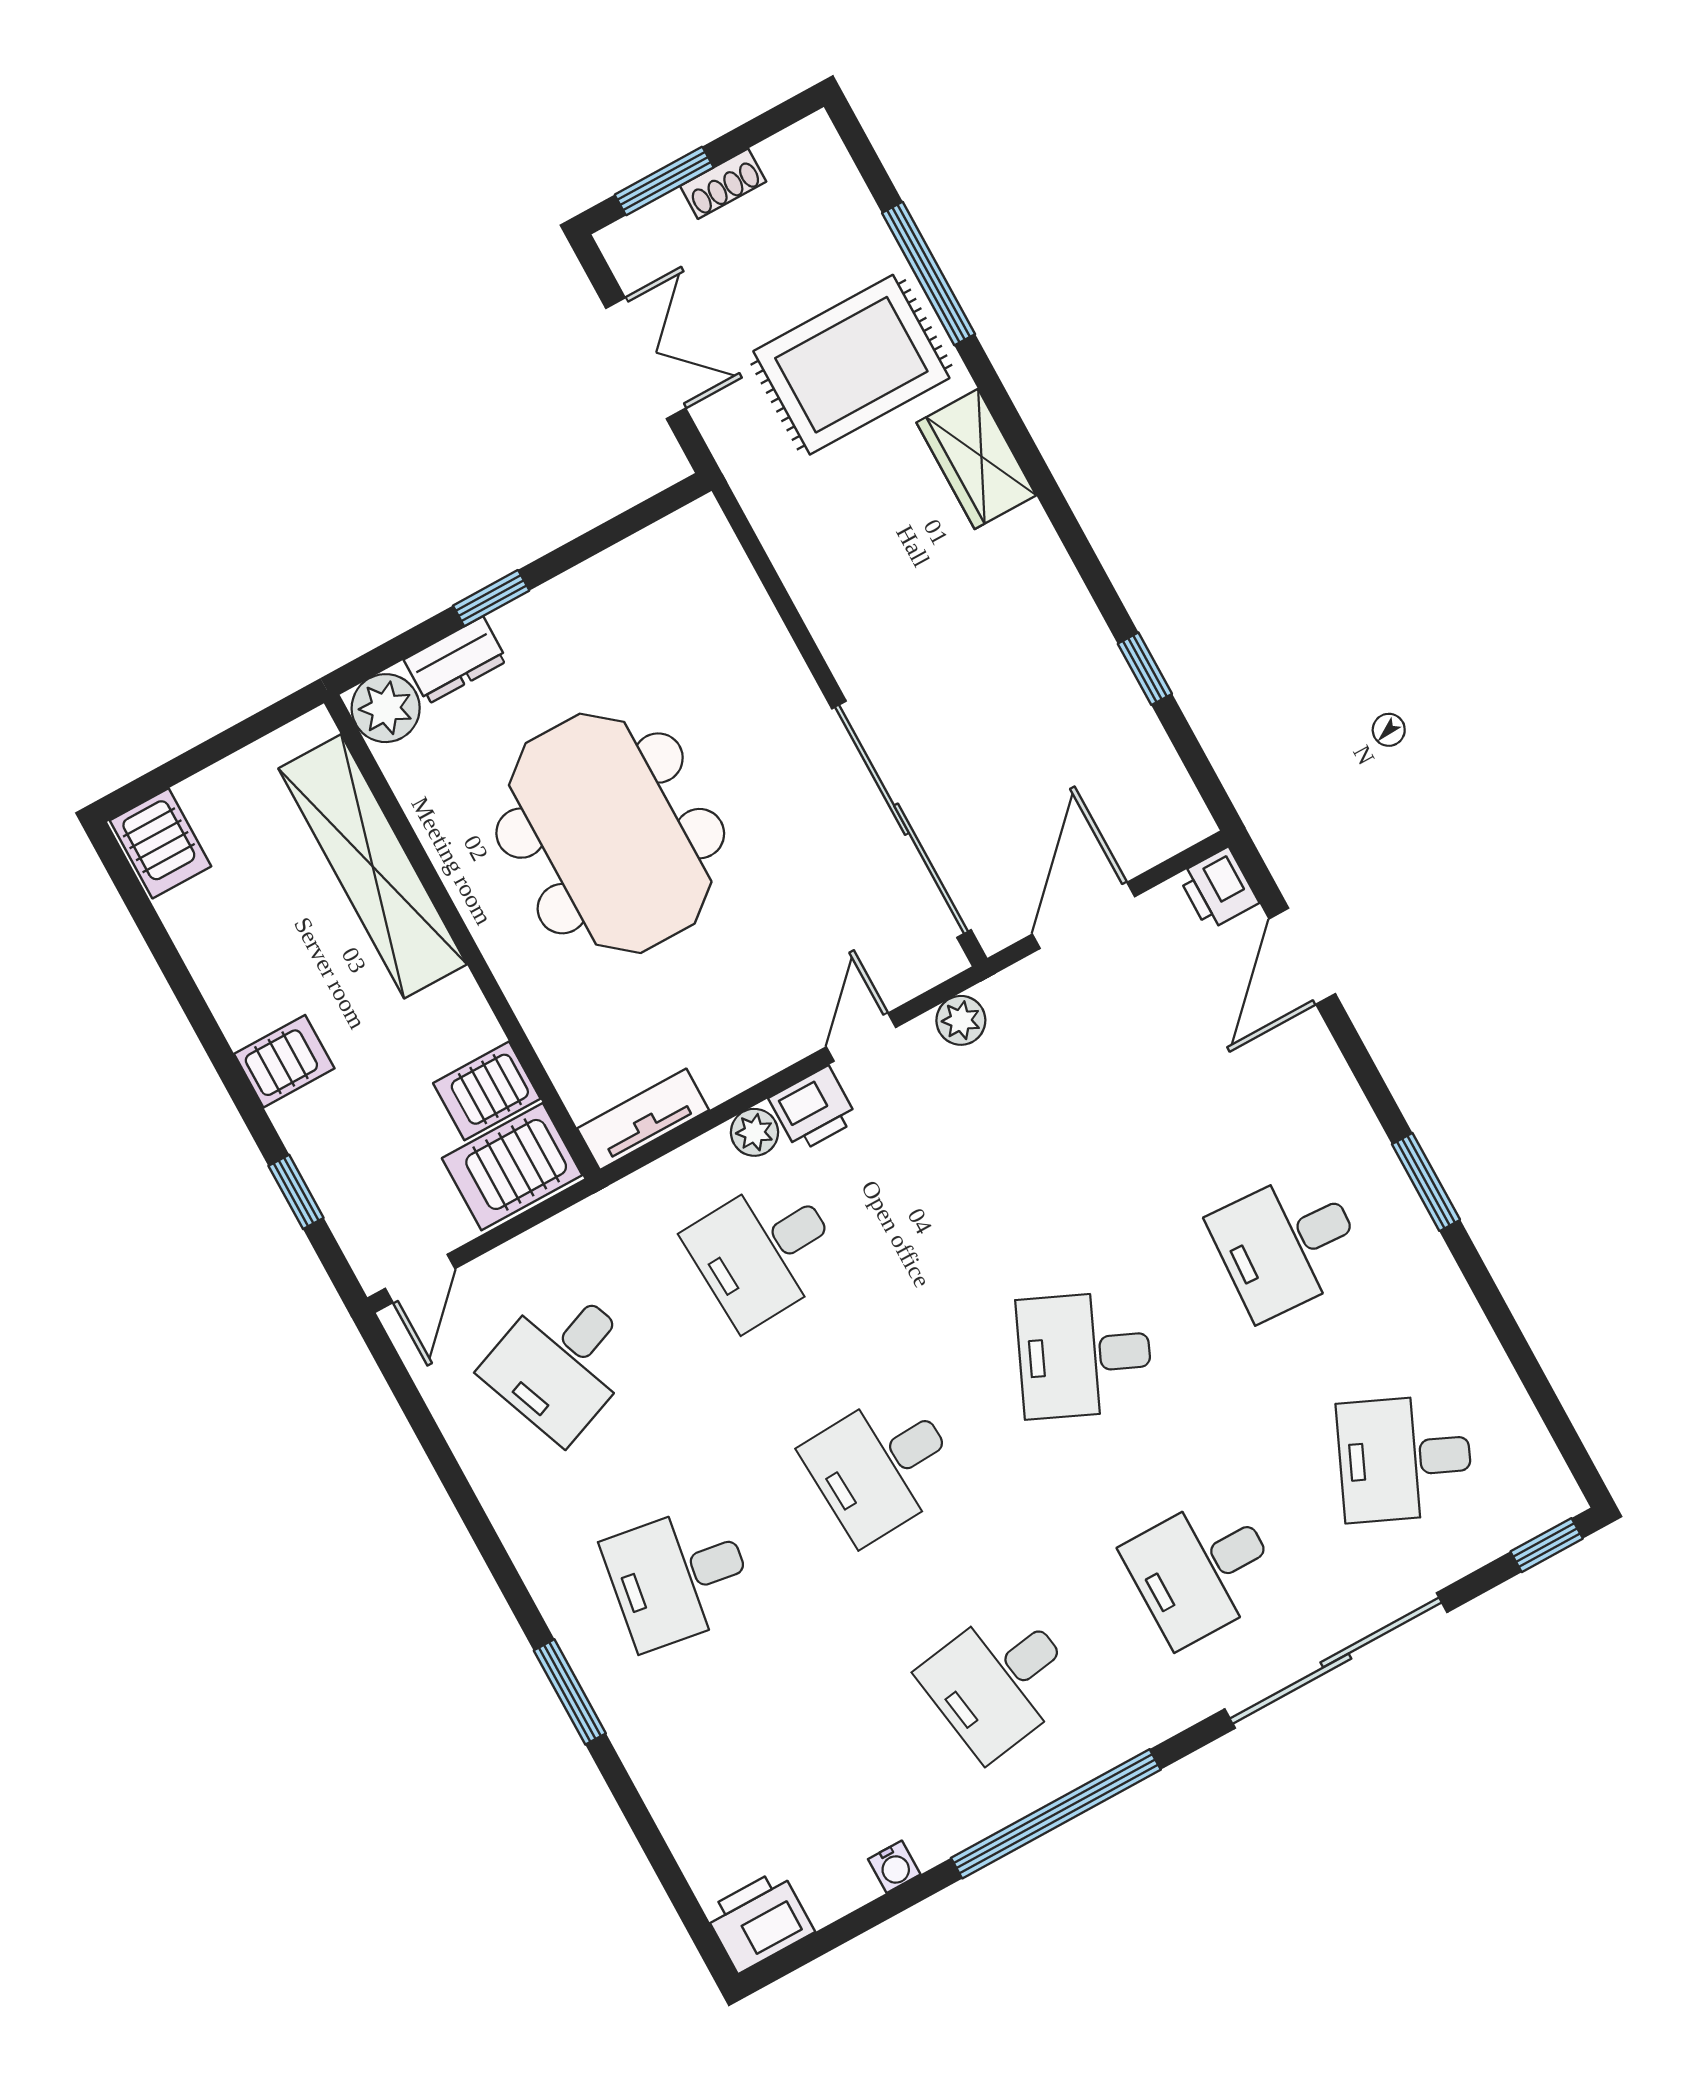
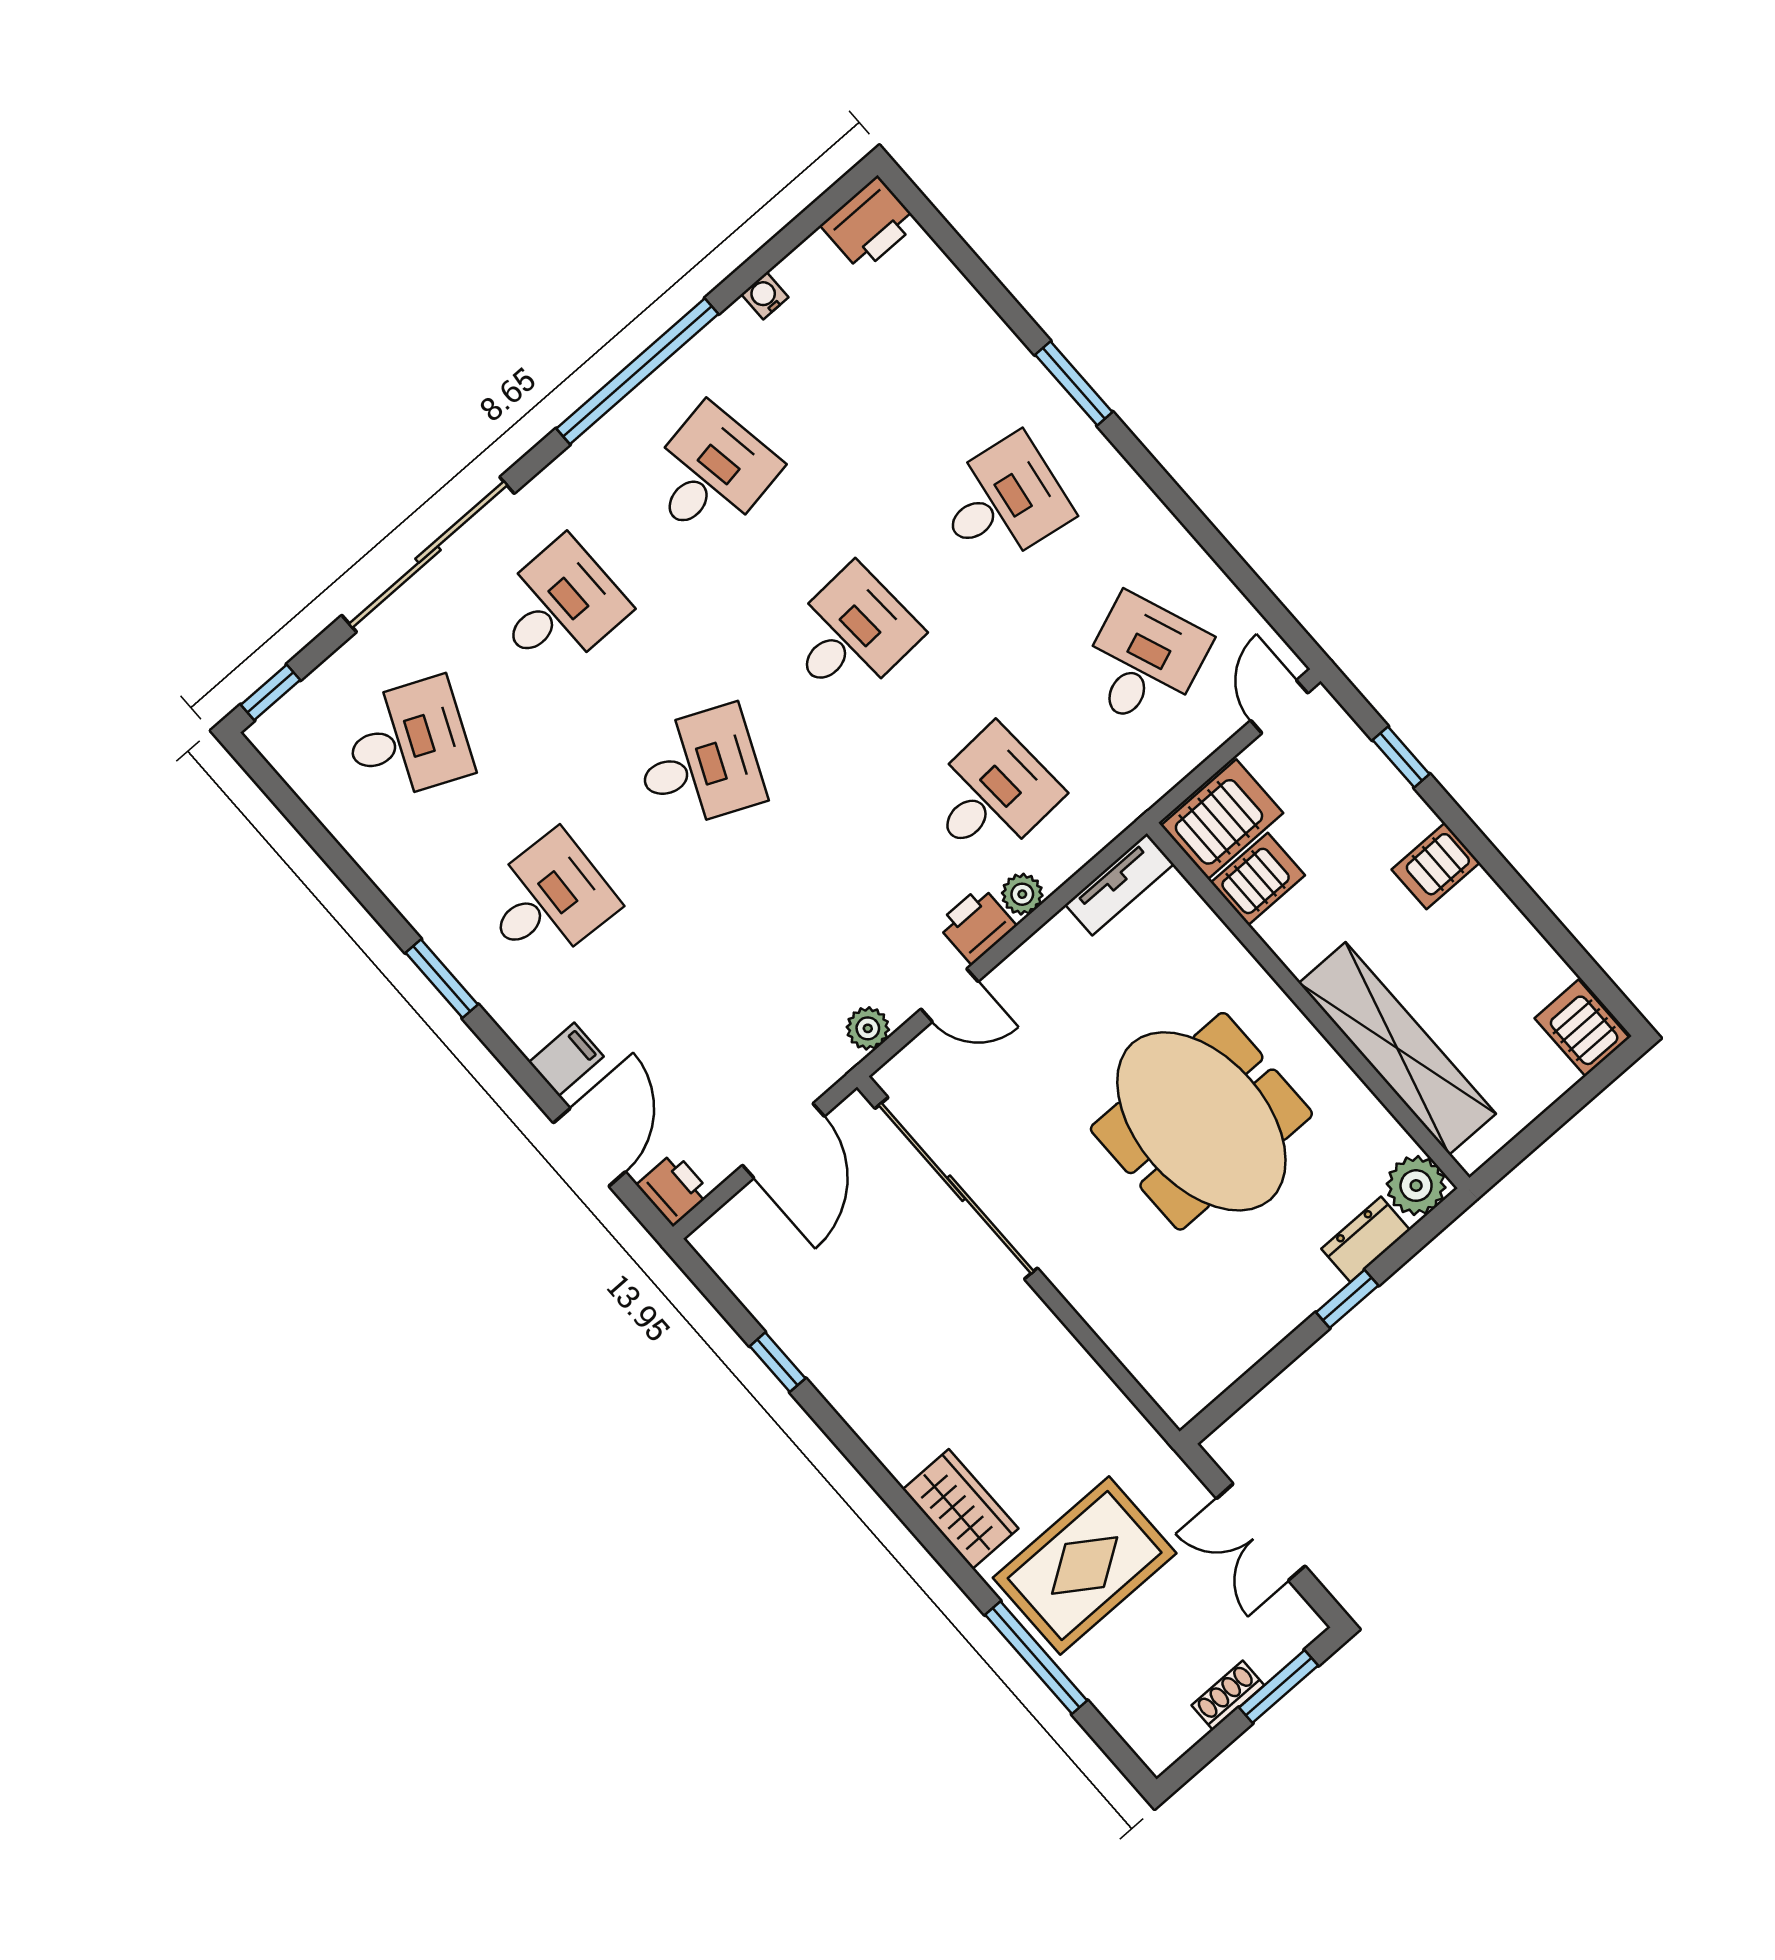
door: (861, 1037) -> (950, 995), hinge flipped
filing cabinet: (1306, 1061) -> (566, 1059), added

